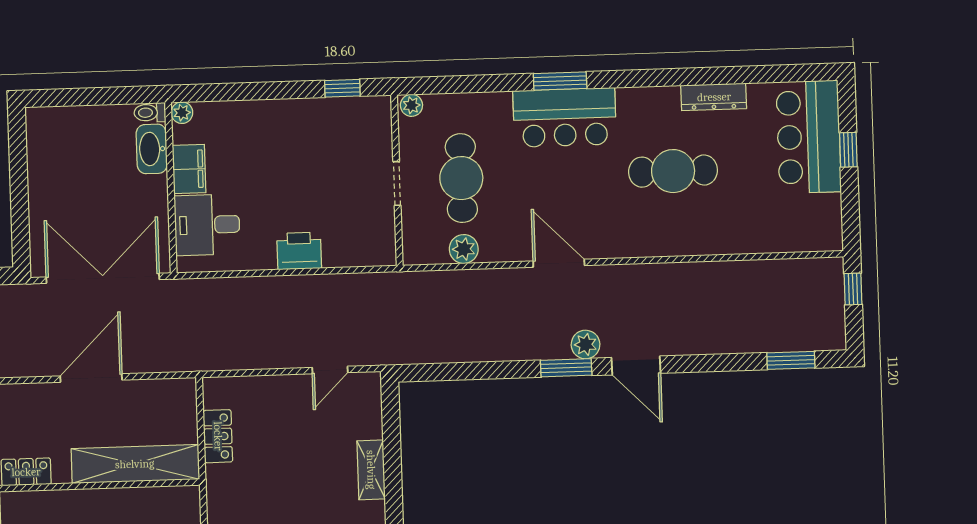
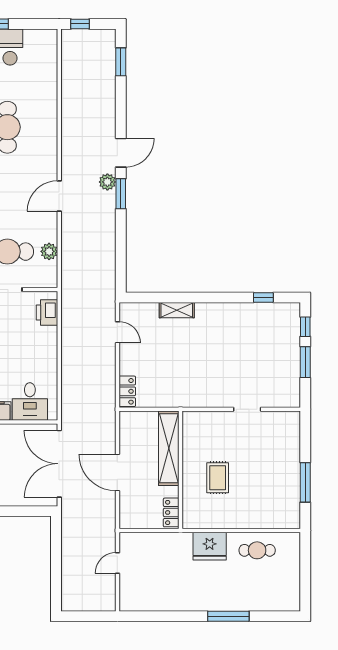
printer: (299, 251) -> (47, 313), moved
locker: (218, 436) -> (127, 391), moved, turned 90

